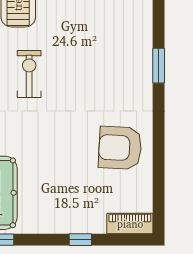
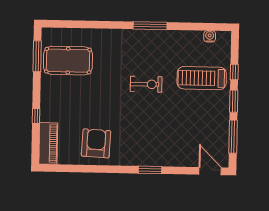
piano: (130, 224) -> (48, 143), width x1.37, depth x1.33

